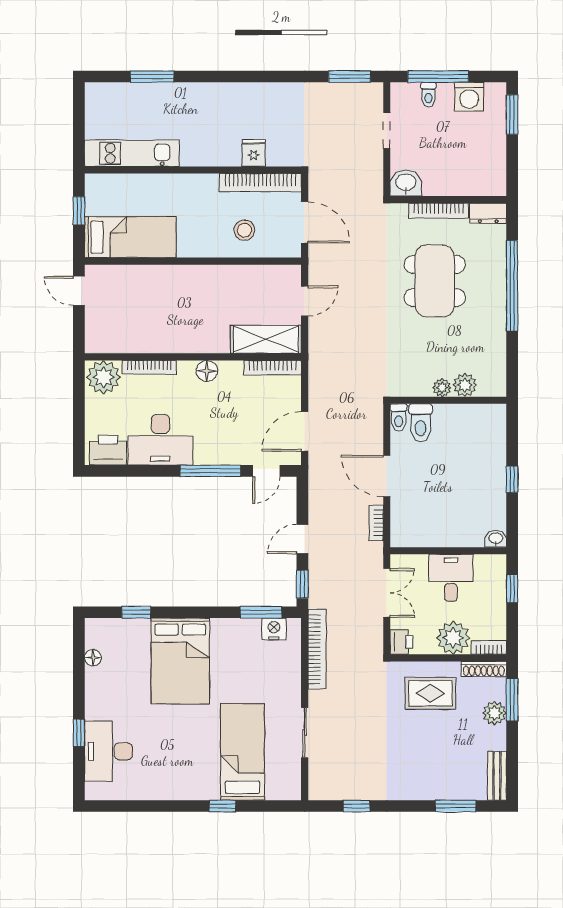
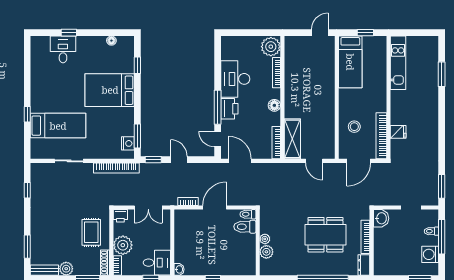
printer: (108, 450) -> (229, 109), moved
desk: (451, 578) -> (157, 263), moved
plant: (495, 713) -> (66, 269), moved
desk: (108, 751) -> (63, 49), width x0.73

